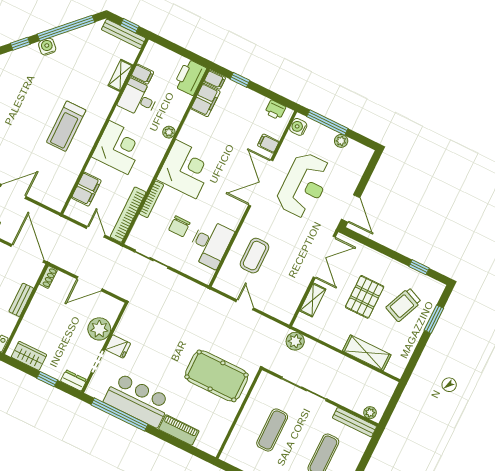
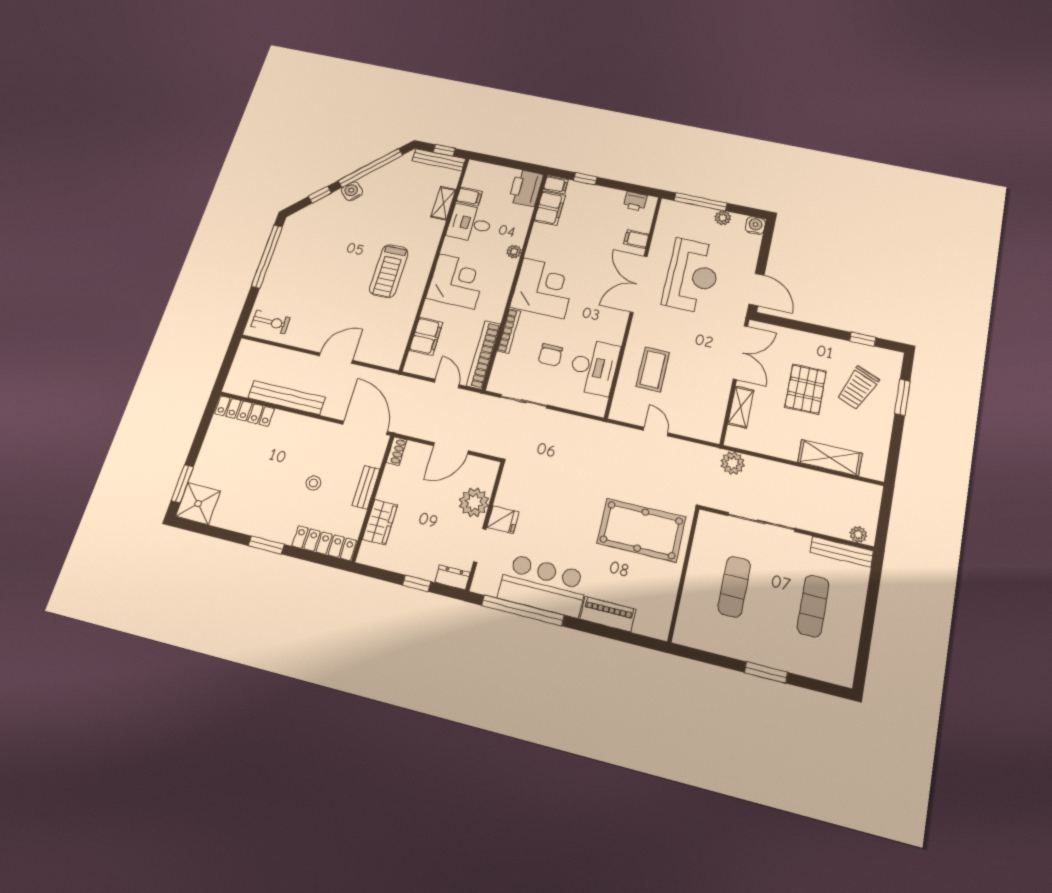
water cooler: (298, 127) -> (755, 226), moved, turned 90
wardrobe: (29, 356) -> (380, 522), moved, turned 90

